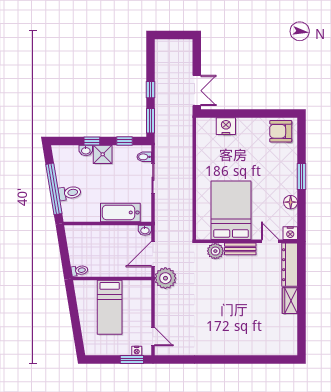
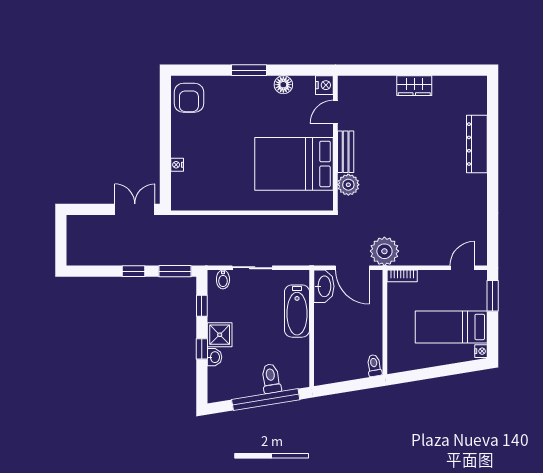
nightstand: (226, 126) -> (177, 165), width x0.53, depth x0.56
washbasin: (145, 230) -> (324, 286), width x1.91, depth x1.45
dresser: (290, 265) -> (477, 144), moved, turned 90
bookcase: (147, 291) -> (402, 276), added
bed: (110, 307) -> (451, 327), moved, turned 180
nightstand: (137, 351) -> (481, 351), moved

